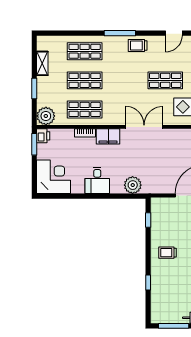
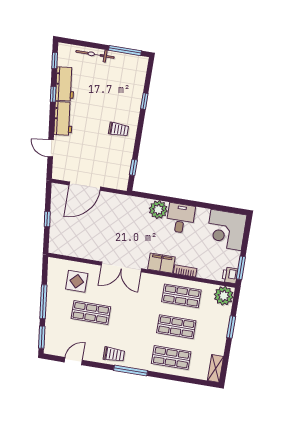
shelving: (42, 63) -> (216, 369), moved
plant: (133, 185) -> (158, 210), moved

